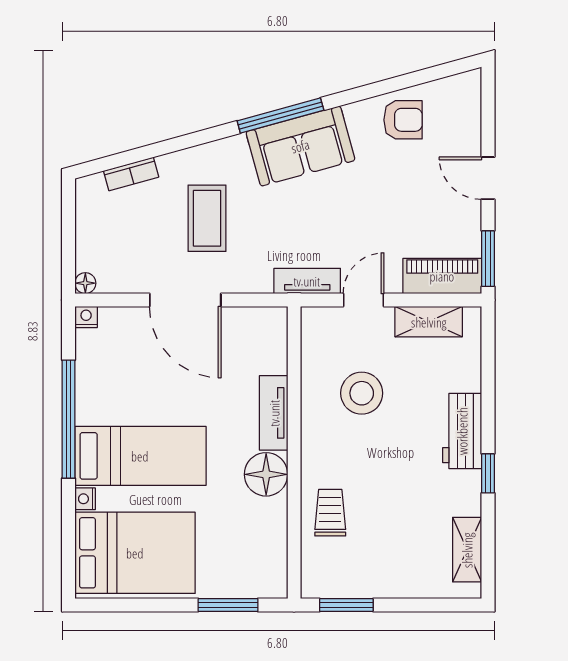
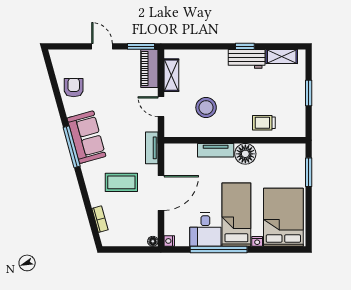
door: (488, 178) -> (102, 46), swing flipped
tv unit: (307, 281) -> (152, 148), moved
desk: (109, 392) -> (205, 230), added
workbench: (462, 431) -> (247, 59), moved
window: (346, 605) -> (309, 93), moved

